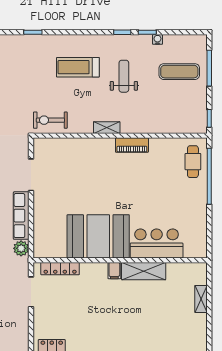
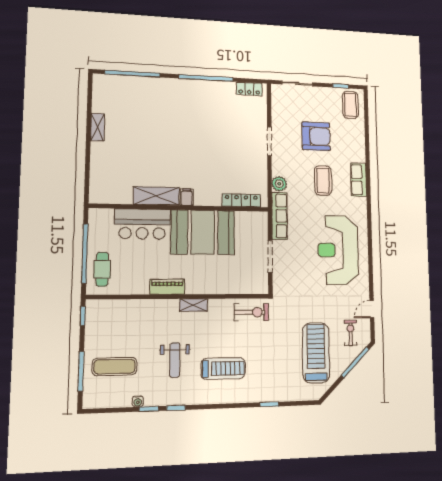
booth: (98, 236) -> (203, 232), moved
bar counter: (157, 243) -> (142, 224), moved
wall: (120, 260) -> (180, 208), moved
locker: (60, 269) -> (241, 200), moved
filing cabinet: (114, 271) -> (187, 197), moved
shelving: (144, 271) -> (156, 196), moved

